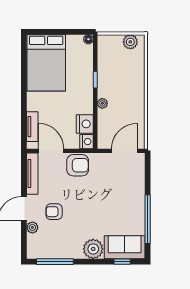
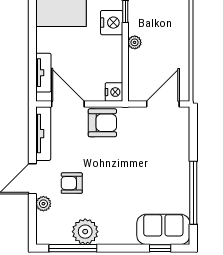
nightstand: (85, 124) -> (112, 23), moved
plant: (93, 249) -> (85, 232), moved

